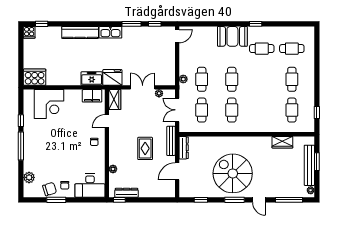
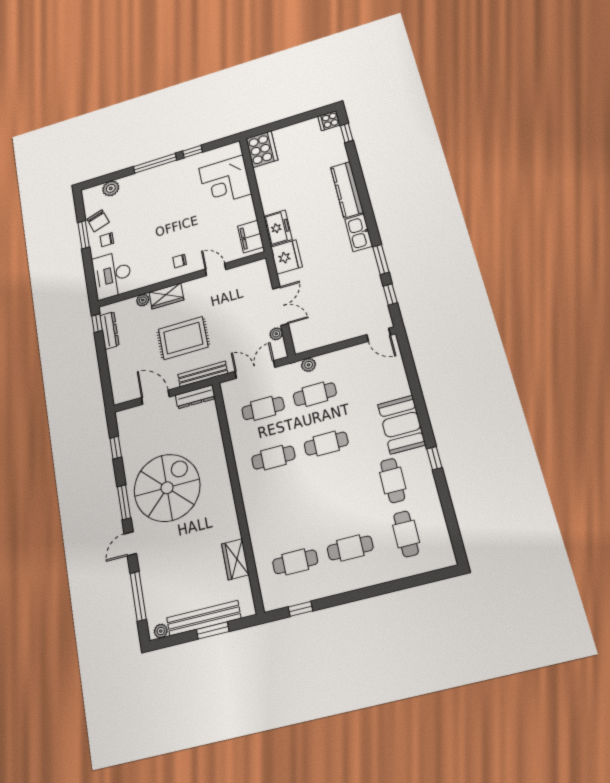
wardrobe: (115, 100) -> (166, 296), moved
rug: (145, 148) -> (183, 338), width x1.36, depth x1.43

